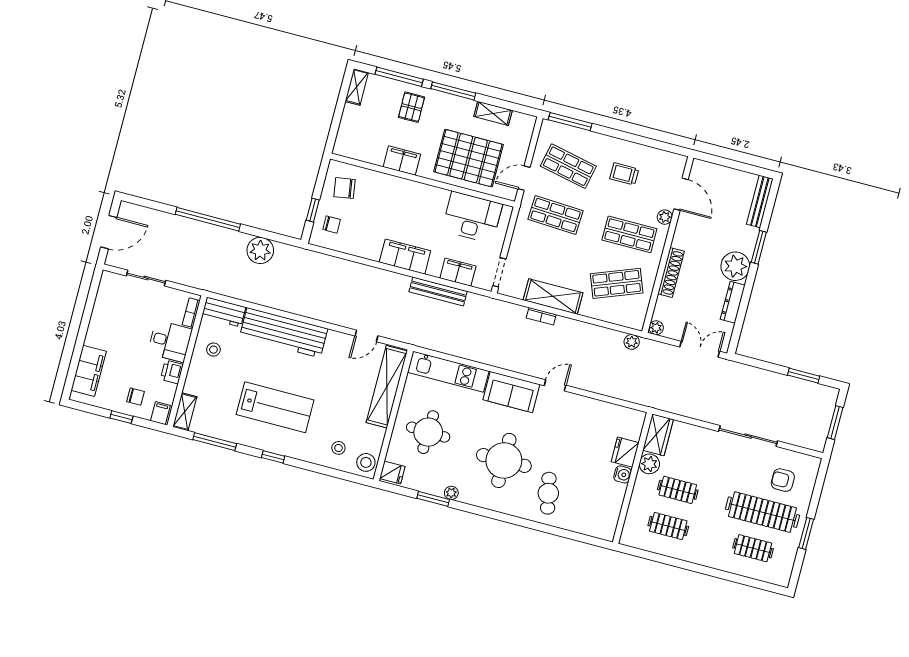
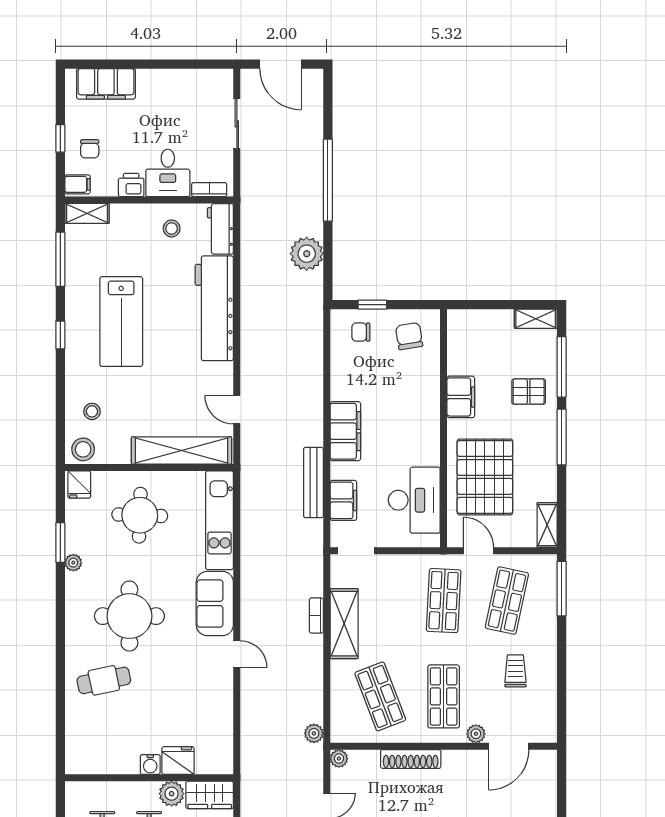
shelving: (493, 113) -> (547, 525), moved
chair: (332, 224) -> (361, 332), turned 90

